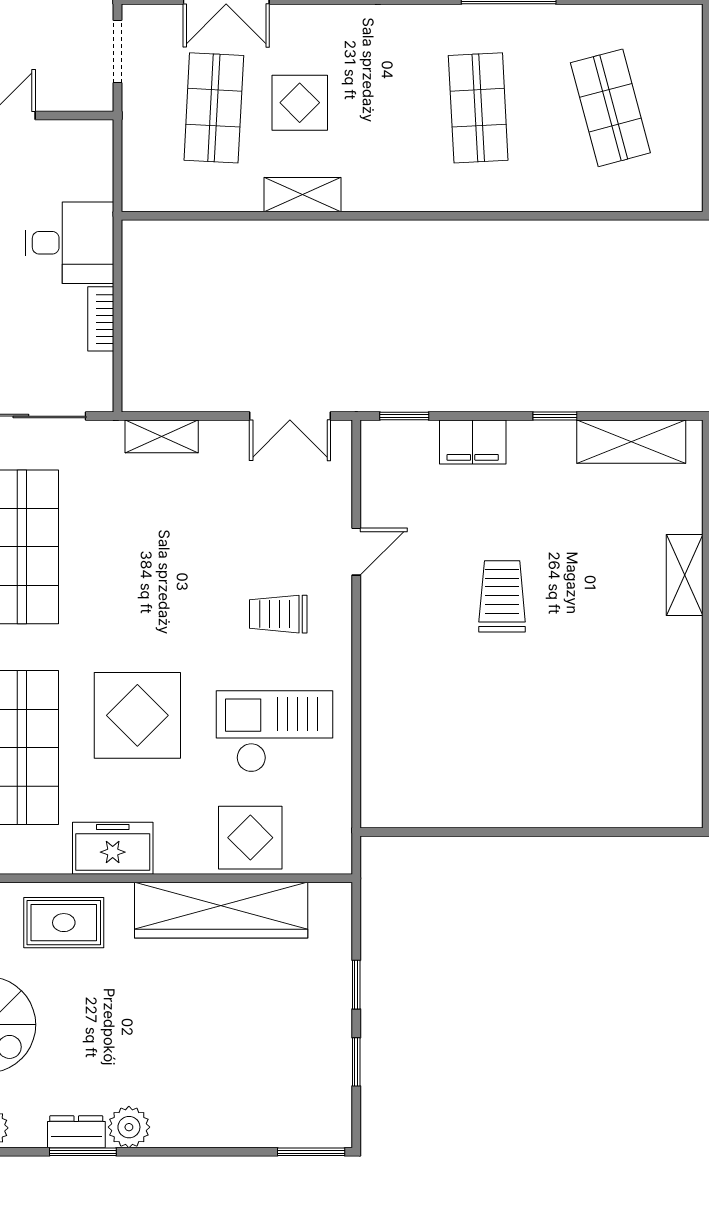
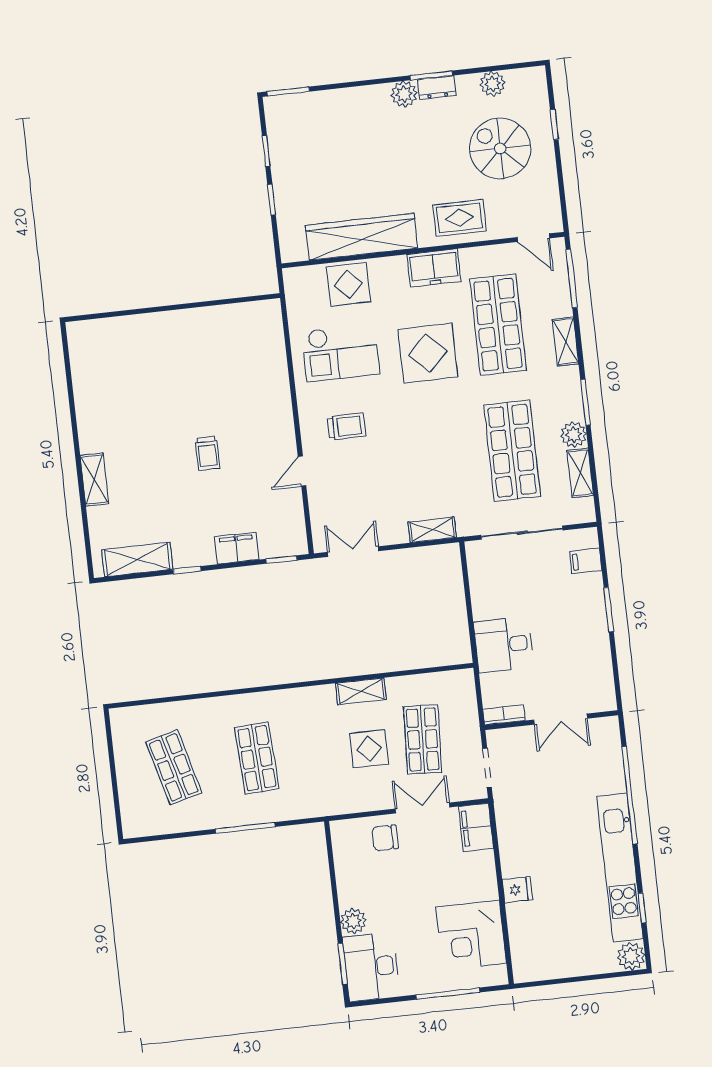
bookcase: (101, 319) -> (504, 715), moved, turned -90
trolley: (502, 596) -> (207, 453), width x0.73, depth x0.72

